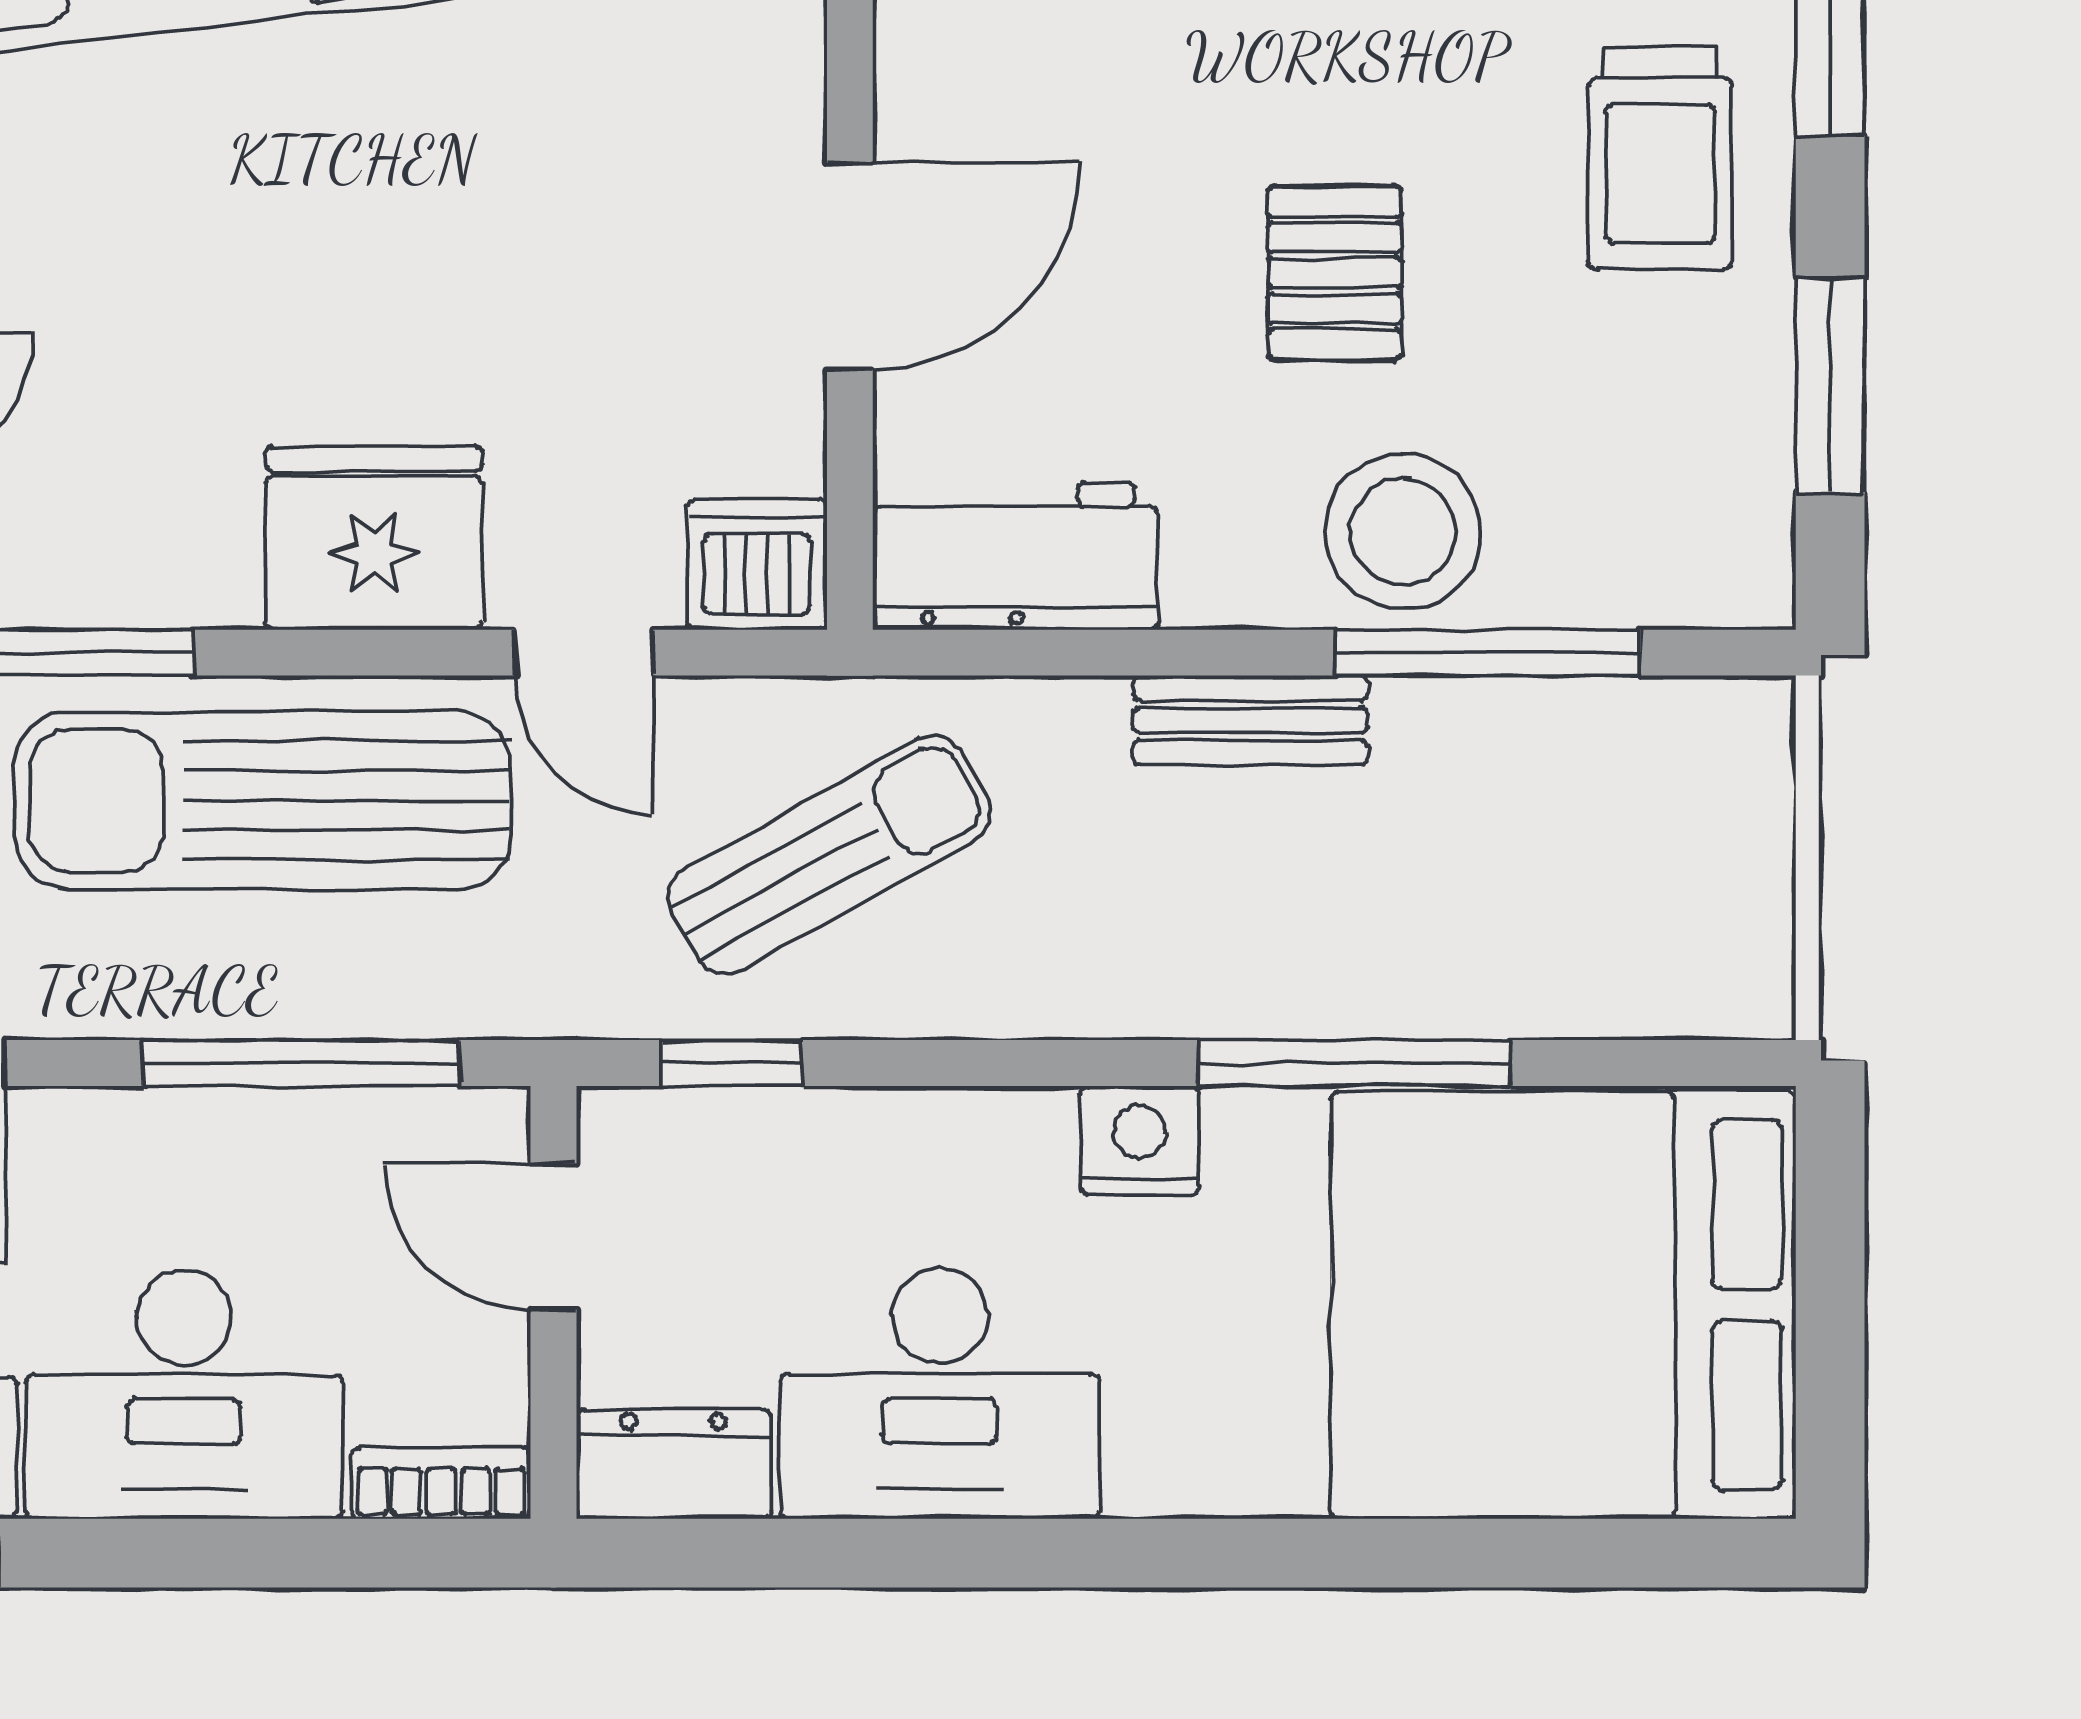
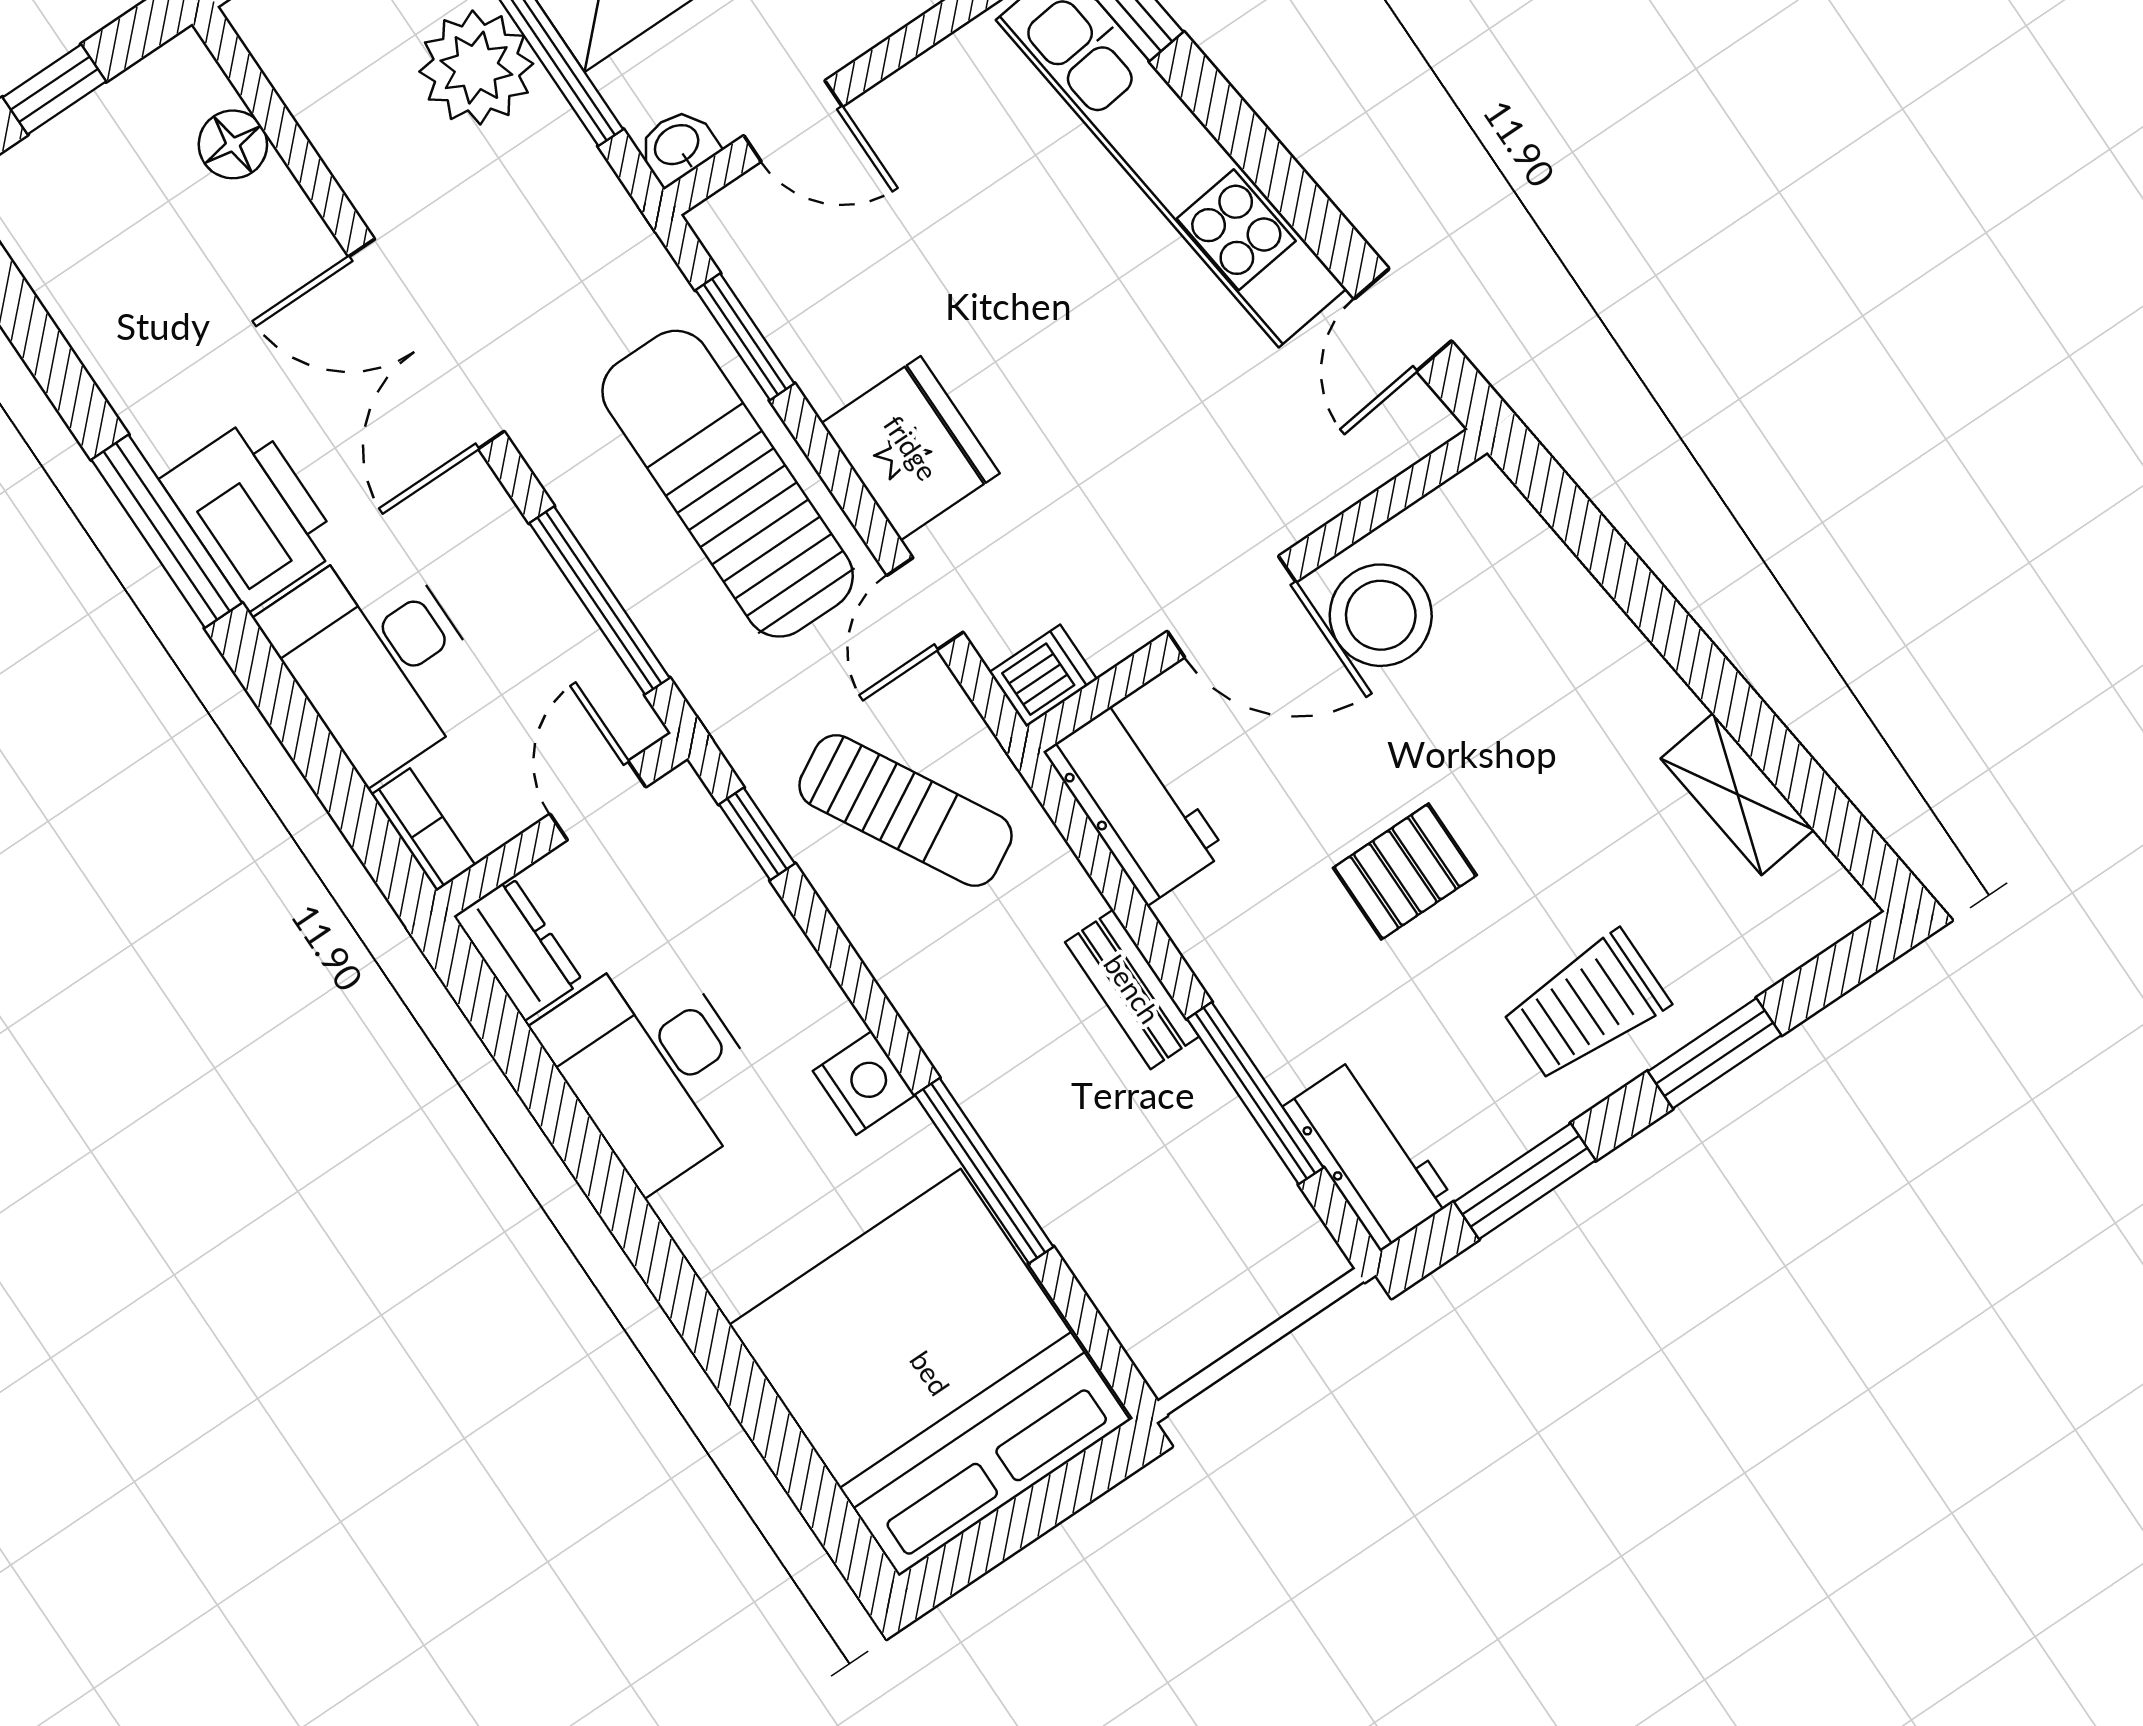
stool: (1403, 531) -> (1381, 615), moved
workbench: (1662, 561) -> (1369, 1154), added
dishwasher: (757, 564) -> (1043, 676), width x0.73

